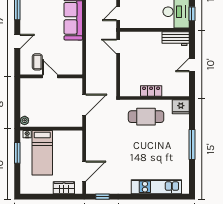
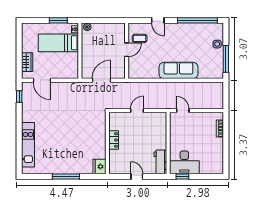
door: (118, 46) -> (137, 111), moved
door: (84, 105) -> (101, 80), swing flipped
cafe table: (146, 117) -> (91, 135), removed

